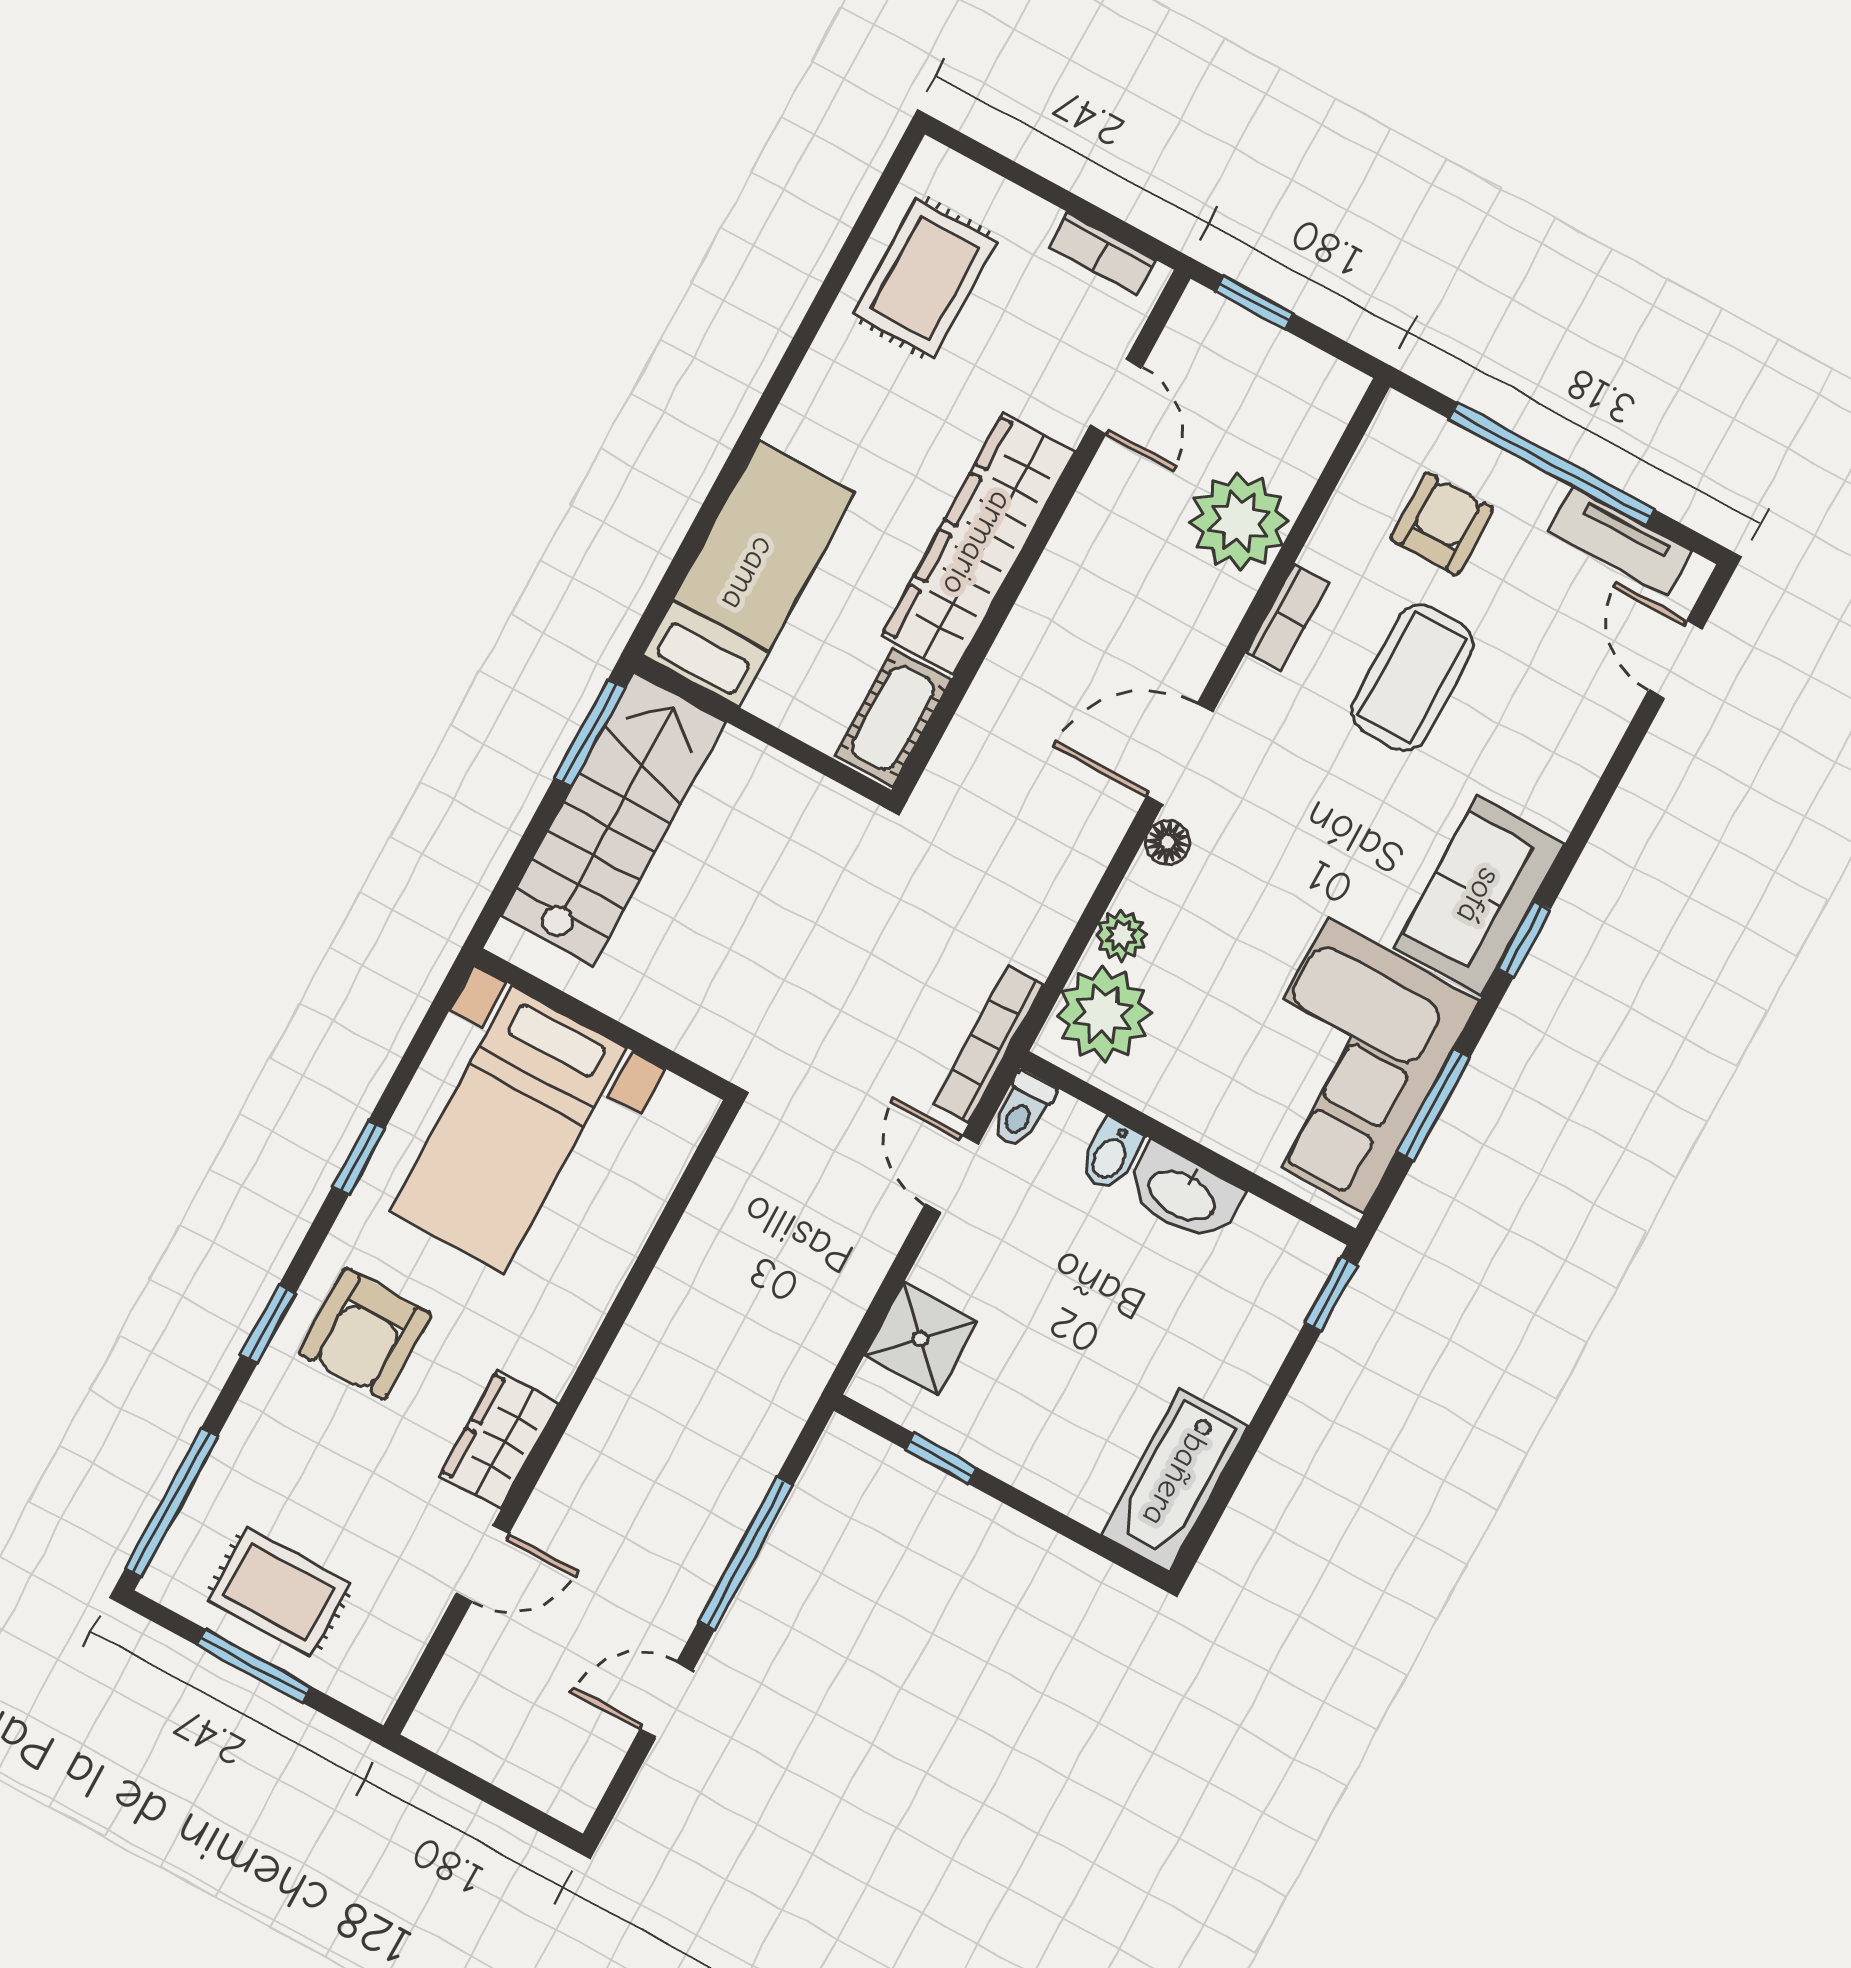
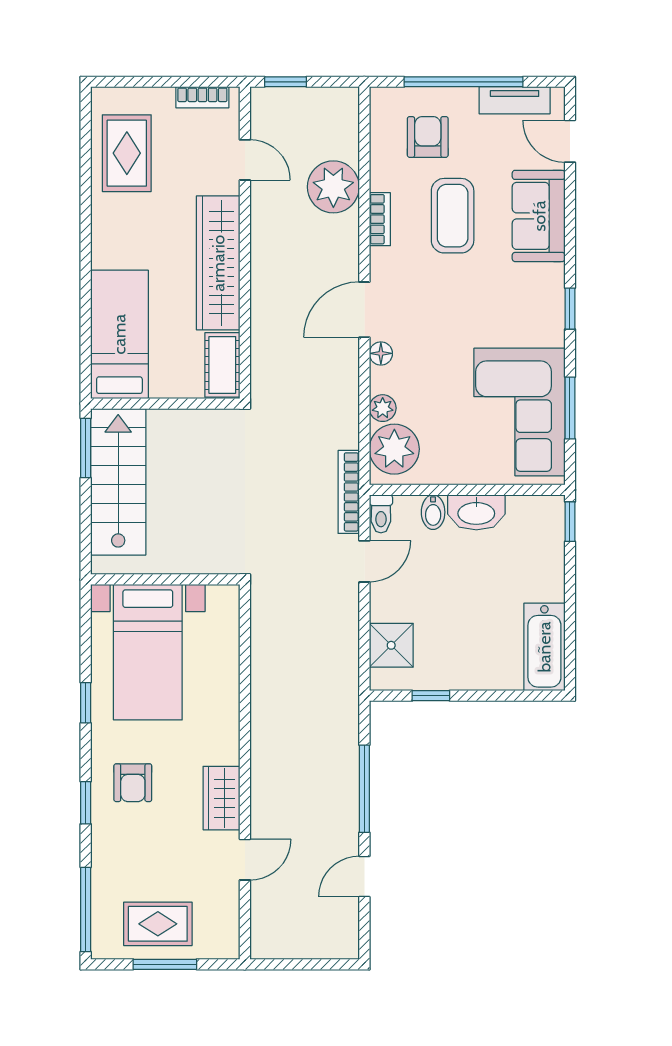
sofa: (1479, 896) -> (539, 216), moved
door: (952, 1174) -> (364, 561), swing flipped
armchair: (365, 1334) -> (133, 783), width x0.72, depth x0.72

